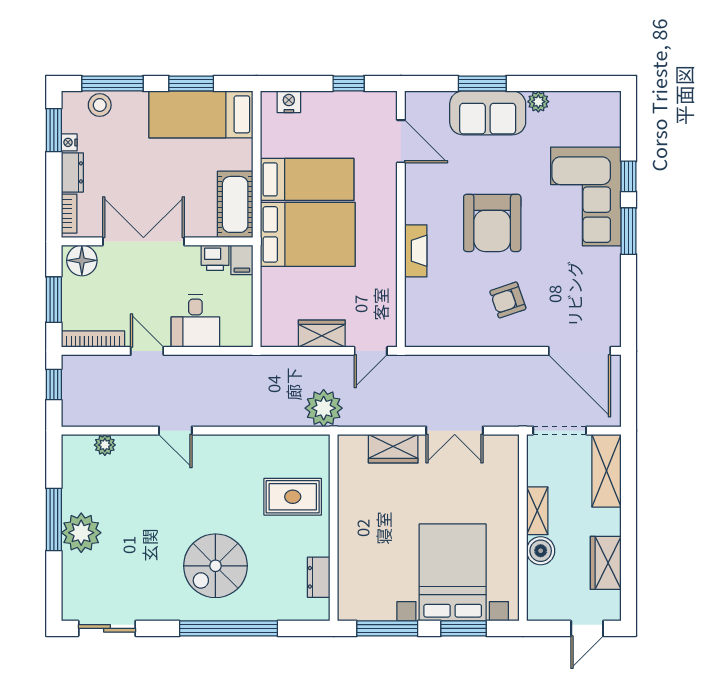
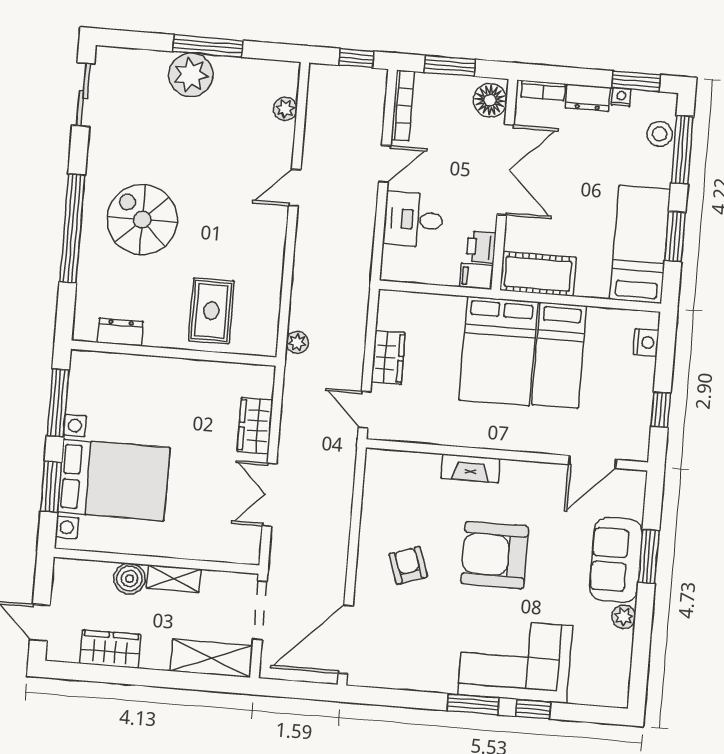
plant: (324, 408) -> (297, 342), width x0.53, depth x0.53

